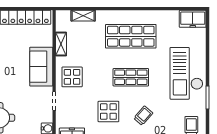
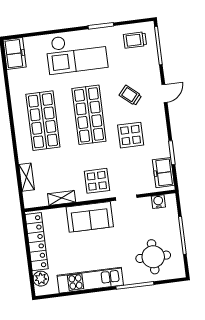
shop shelf: (131, 77) -> (89, 115), width x1.43, depth x1.36

